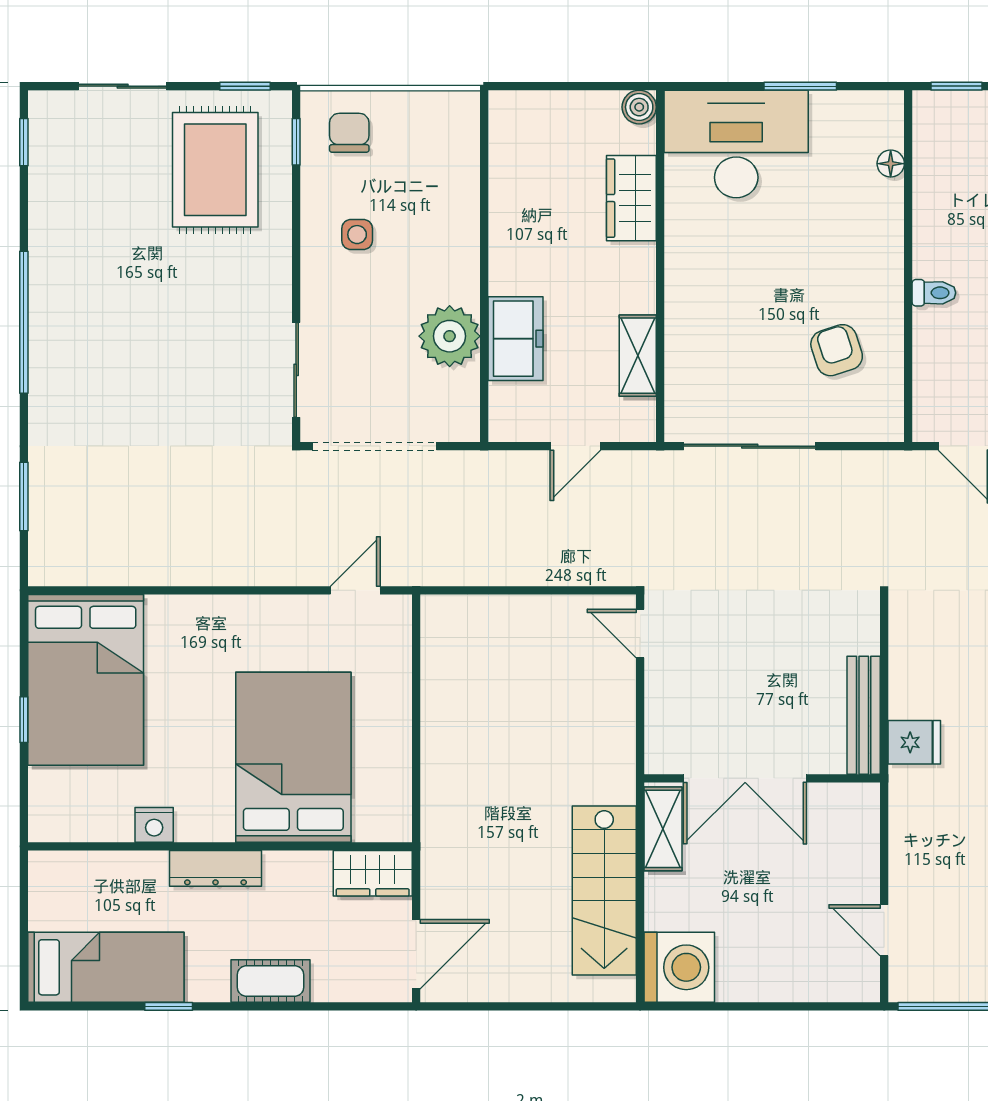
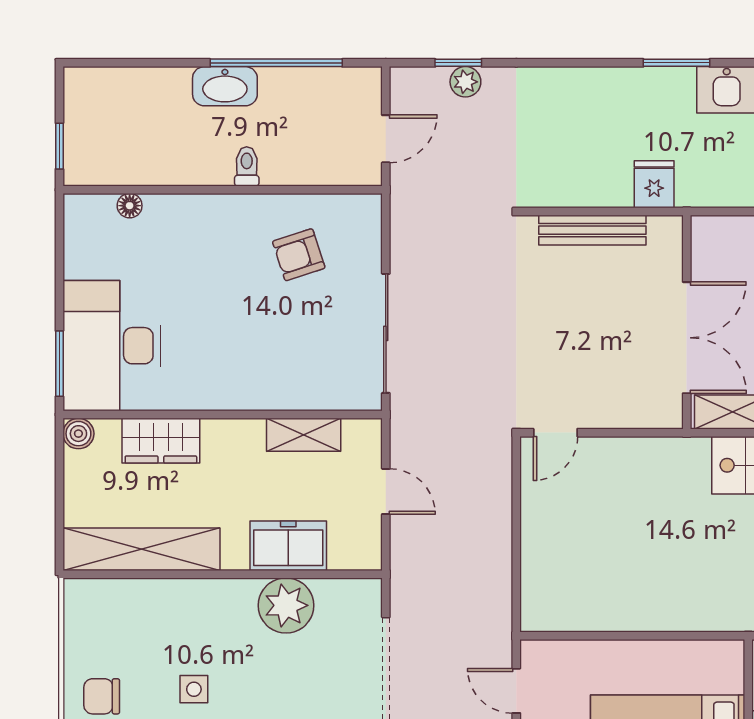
window: (800, 86) -> (59, 364), moved
shelving: (512, 177) -> (141, 549), added
bench: (864, 715) -> (592, 230), moved

